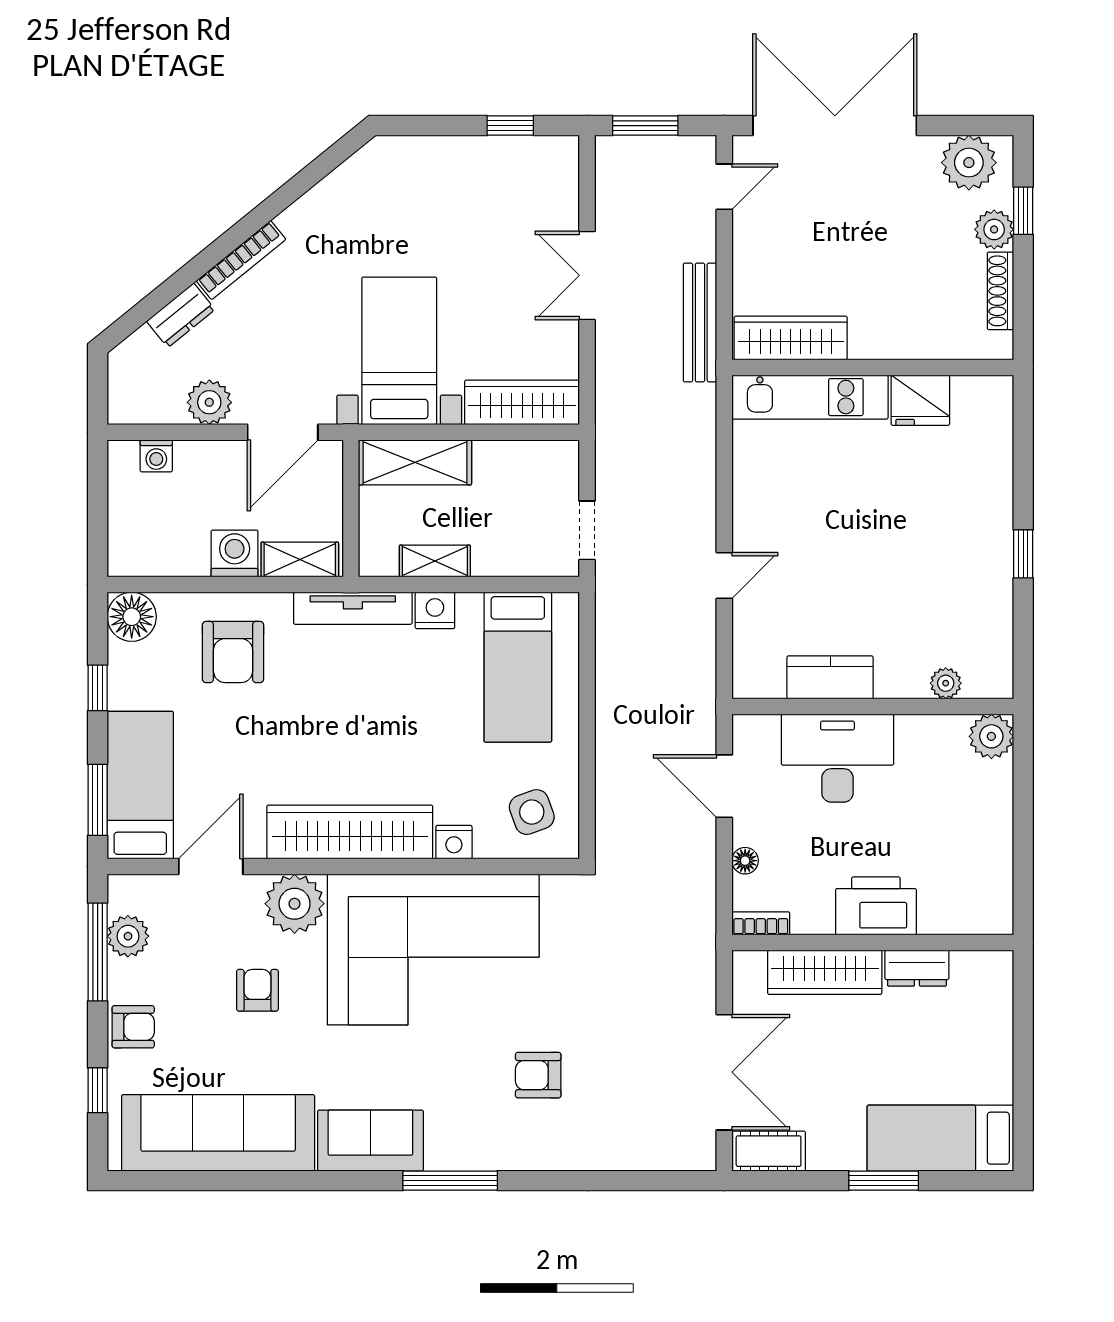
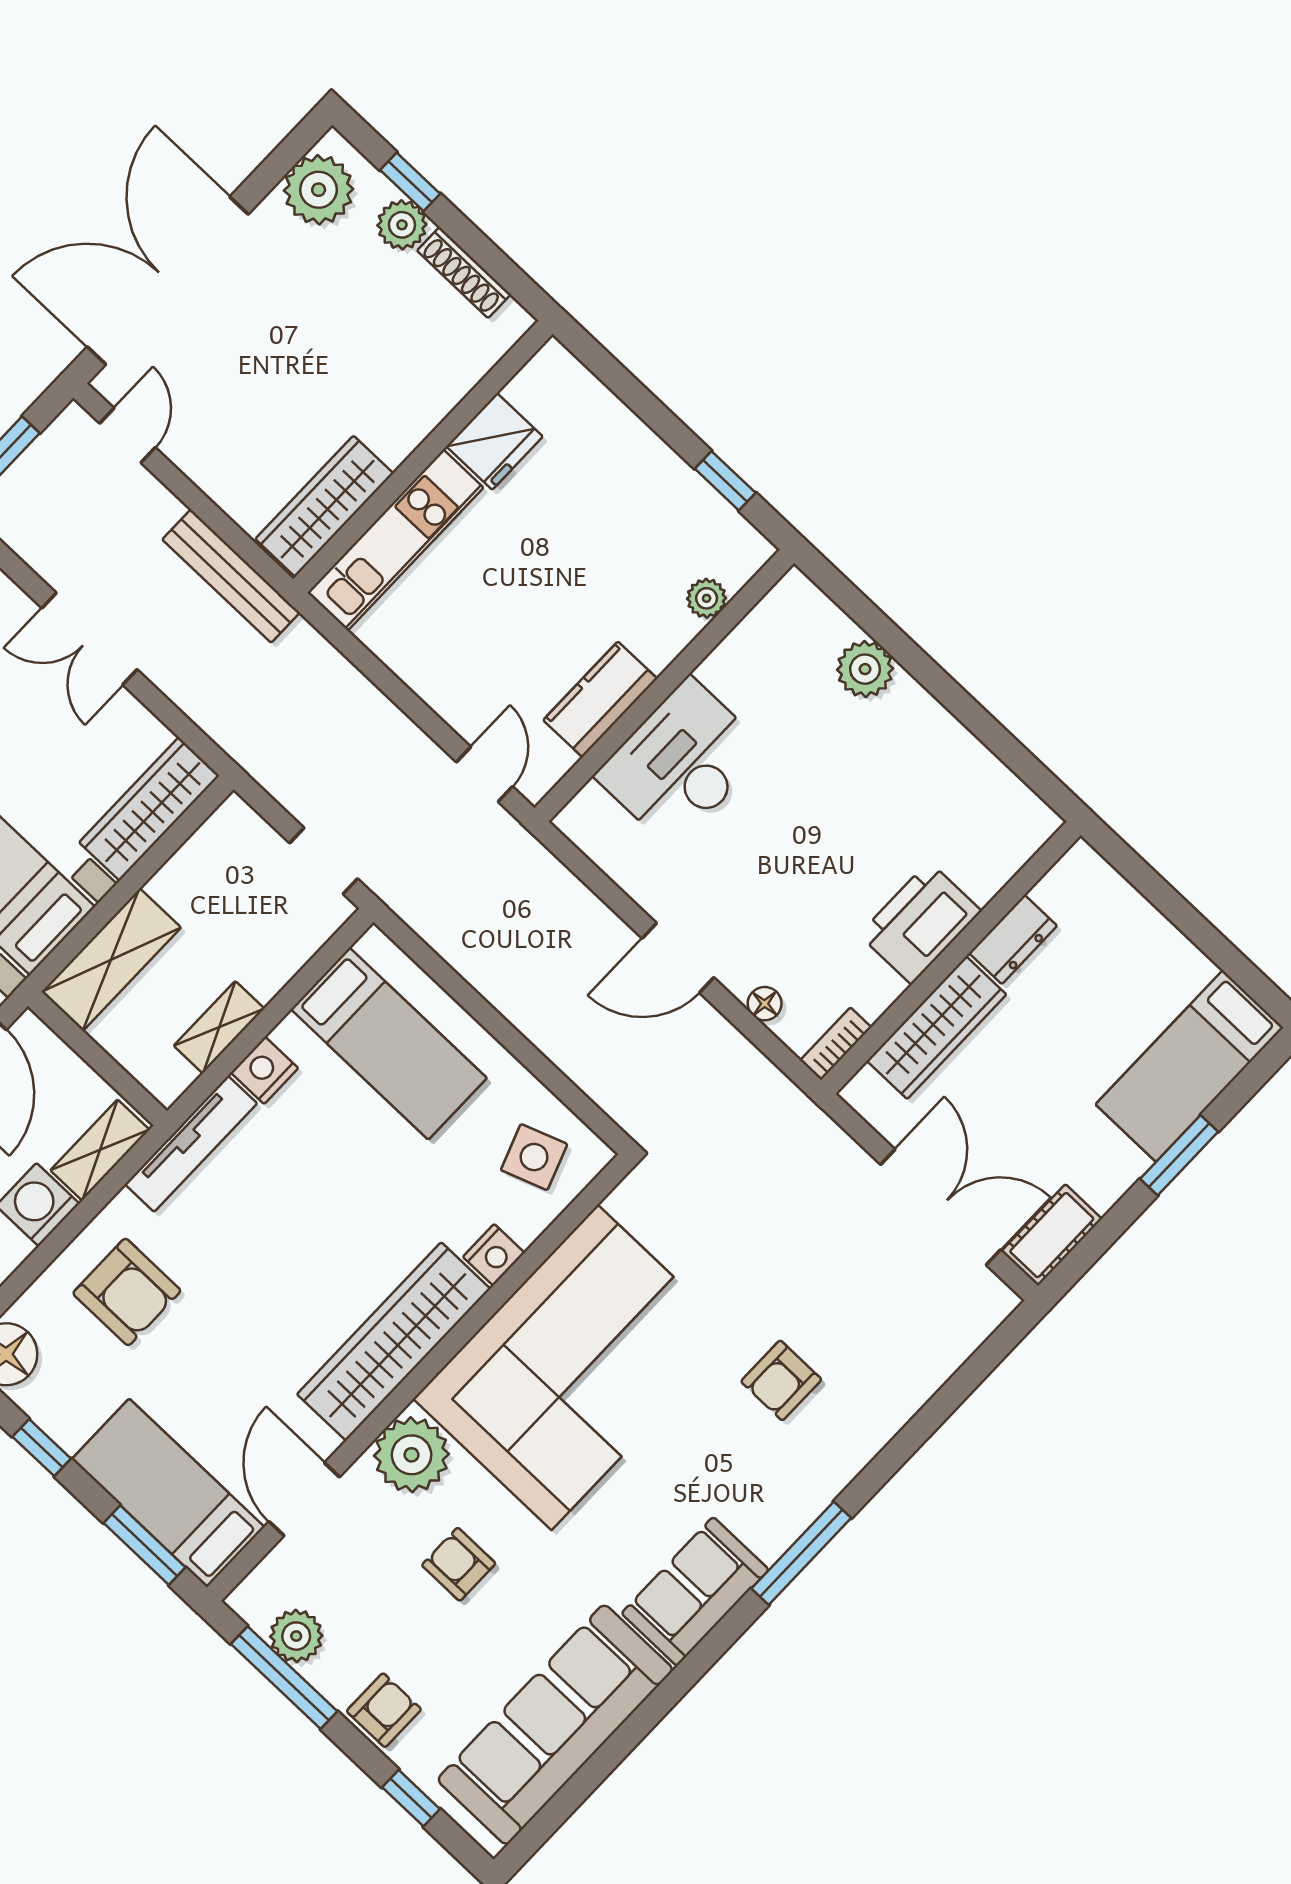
kitchen counter: (830, 677) -> (600, 699), moved
plant: (946, 683) -> (707, 598), moved
wall: (873, 706) -> (664, 686), moved
desk: (837, 758) -> (681, 763), moved

